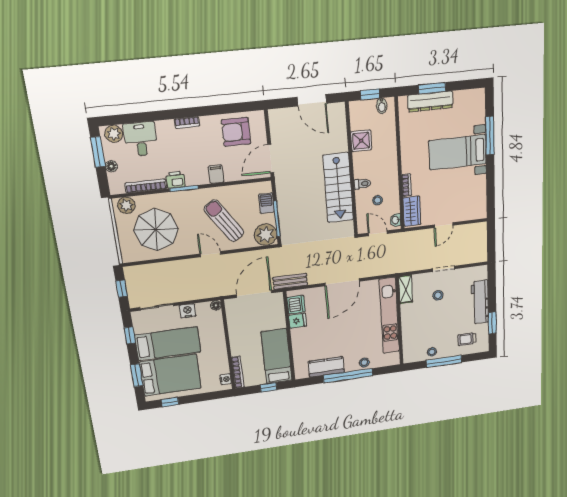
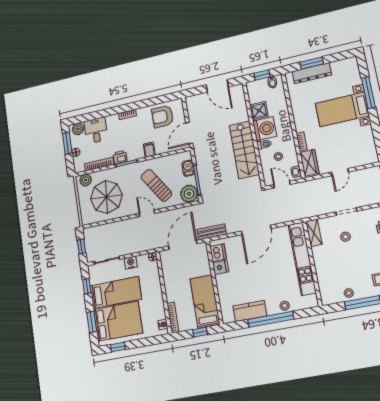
washing machine: (366, 164) -> (265, 129), added

